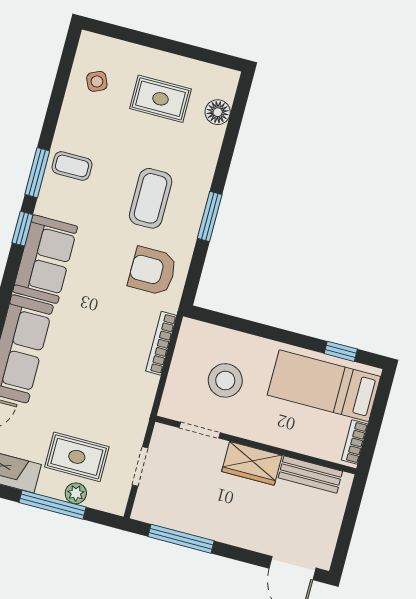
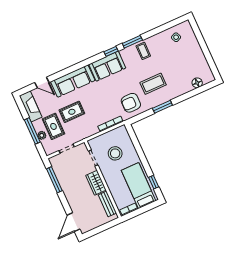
rug: (161, 99) -> (72, 112), moved, turned 90
armchair: (152, 271) -> (131, 103), turned -90

